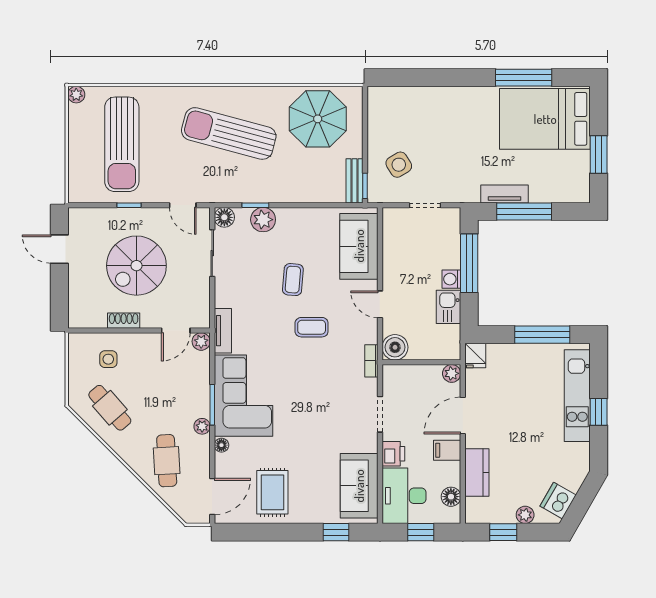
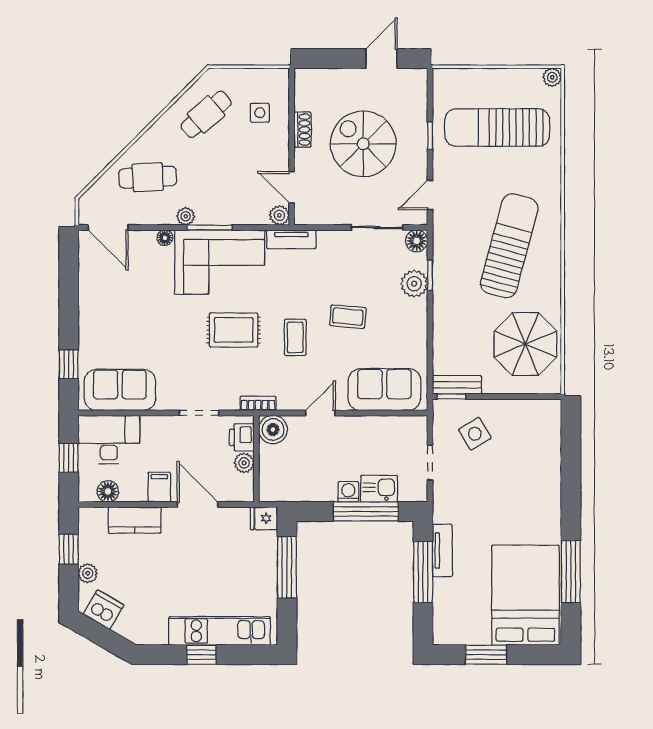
kitchen sink: (449, 307) -> (379, 489), moved
window: (542, 335) -> (287, 567), moved
plant: (452, 373) -> (244, 463), moved
printer: (393, 454) -> (242, 437), moved, turned 90
rug: (272, 492) -> (234, 330), moved

